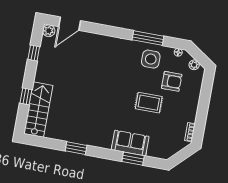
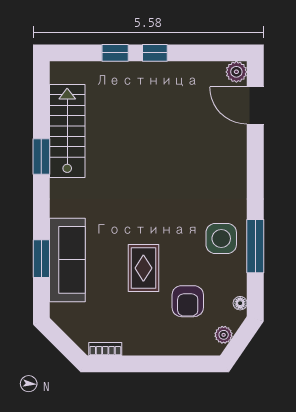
window: (34, 53) -> (155, 53), moved
side table: (151, 59) -> (221, 239), moved
stairs: (38, 110) -> (67, 131), moved, turned -90
sofa: (130, 143) -> (67, 260), width x1.36

